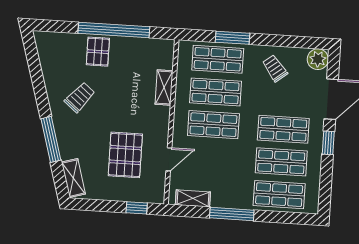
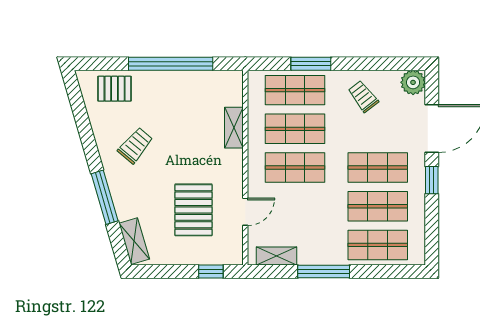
pallet: (98, 52) -> (115, 89), moved, turned 90

